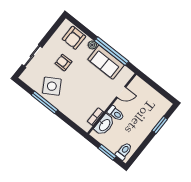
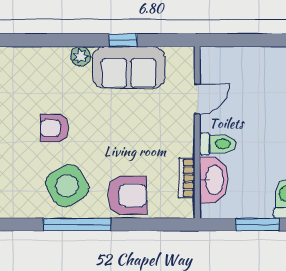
armchair: (74, 38) -> (127, 195), moved, turned -90
window: (112, 51) -> (123, 40), width x0.32

